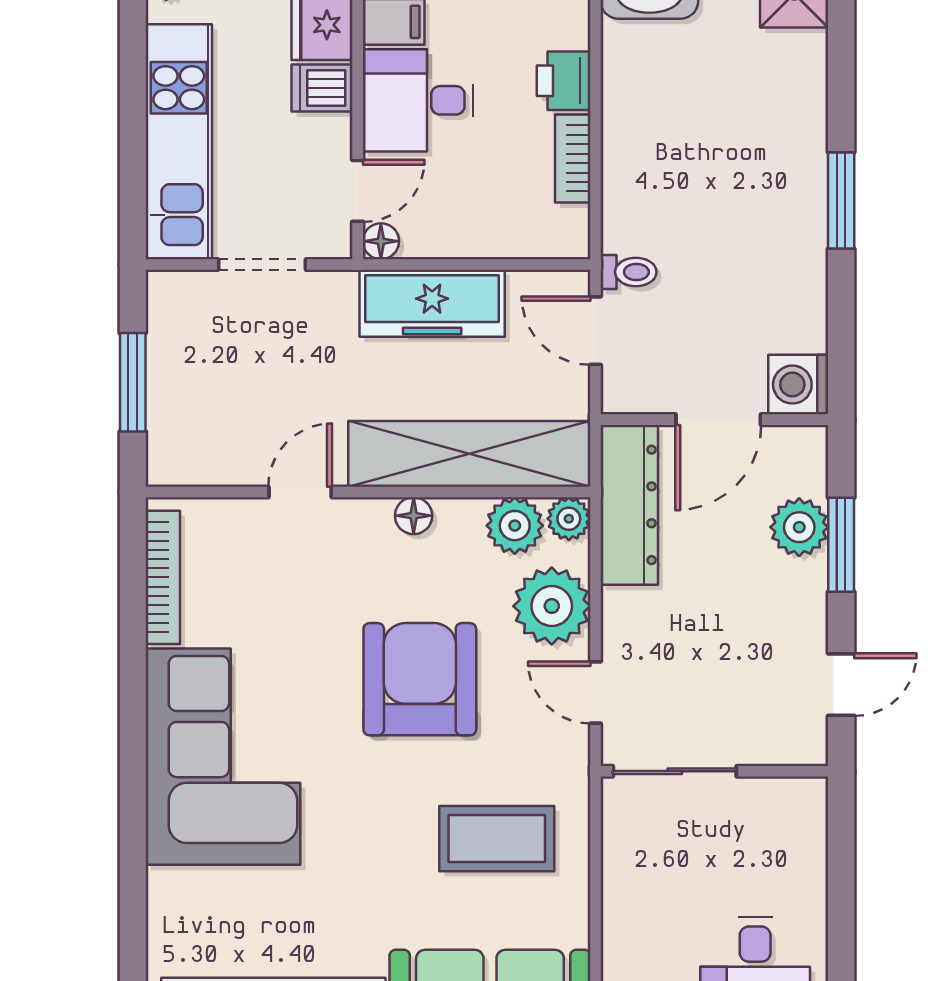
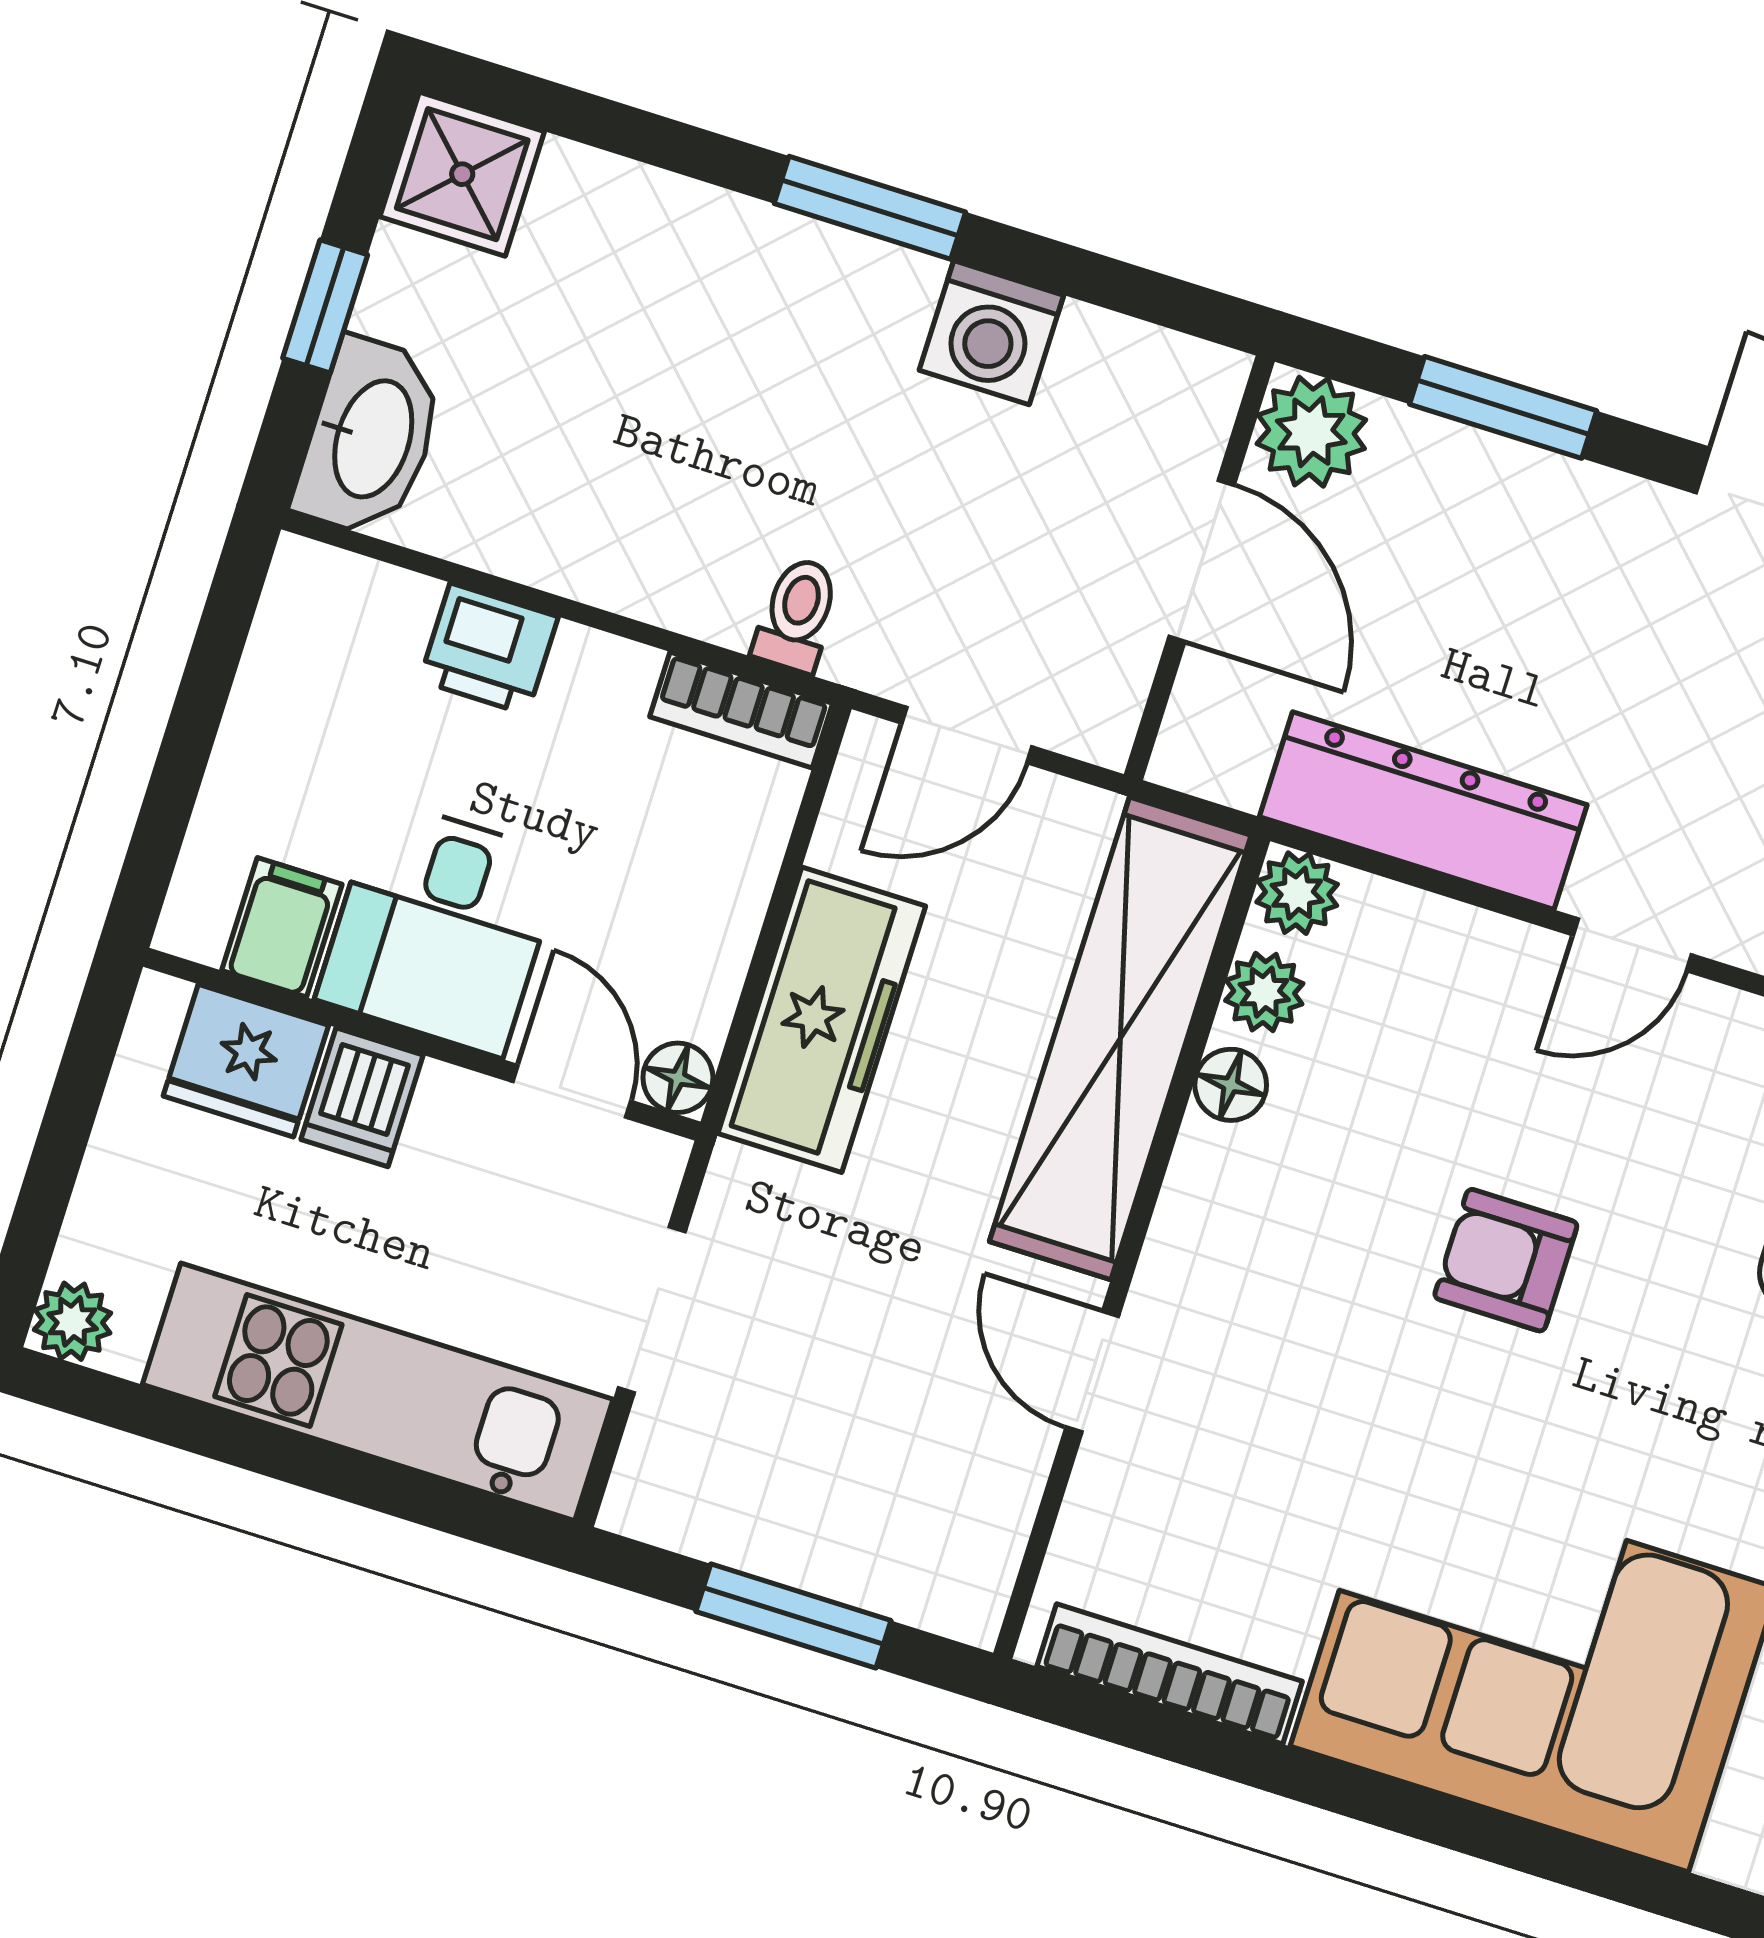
bookcase: (573, 158) -> (741, 710), moved
toilet: (629, 272) -> (797, 615), moved
washing machine: (798, 385) -> (991, 333), moved
dresser: (629, 505) -> (1423, 811), moved
floor lamp: (414, 516) -> (1231, 1085), moved
plant: (515, 526) -> (1264, 992), width x0.73, depth x0.73
plant: (799, 527) -> (1311, 432), moved
plant: (552, 606) -> (1448, 975), removed
armchair: (420, 679) -> (1506, 1260), width x0.53, depth x0.53

